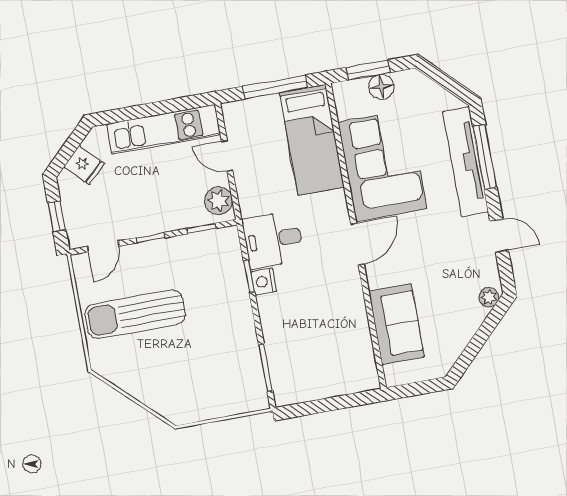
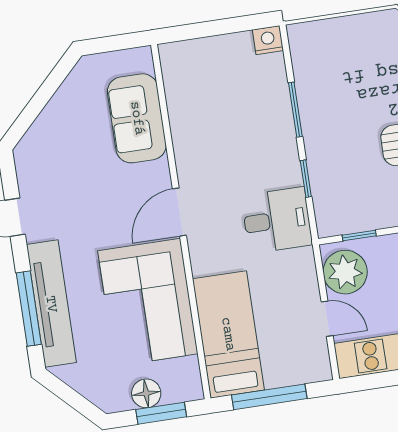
plant: (219, 201) -> (345, 272), width x1.36, depth x1.36
nightstand: (264, 282) -> (268, 40), moved, turned -90
plant: (489, 297) -> (29, 146), removed
window: (266, 368) -> (295, 110), moved

